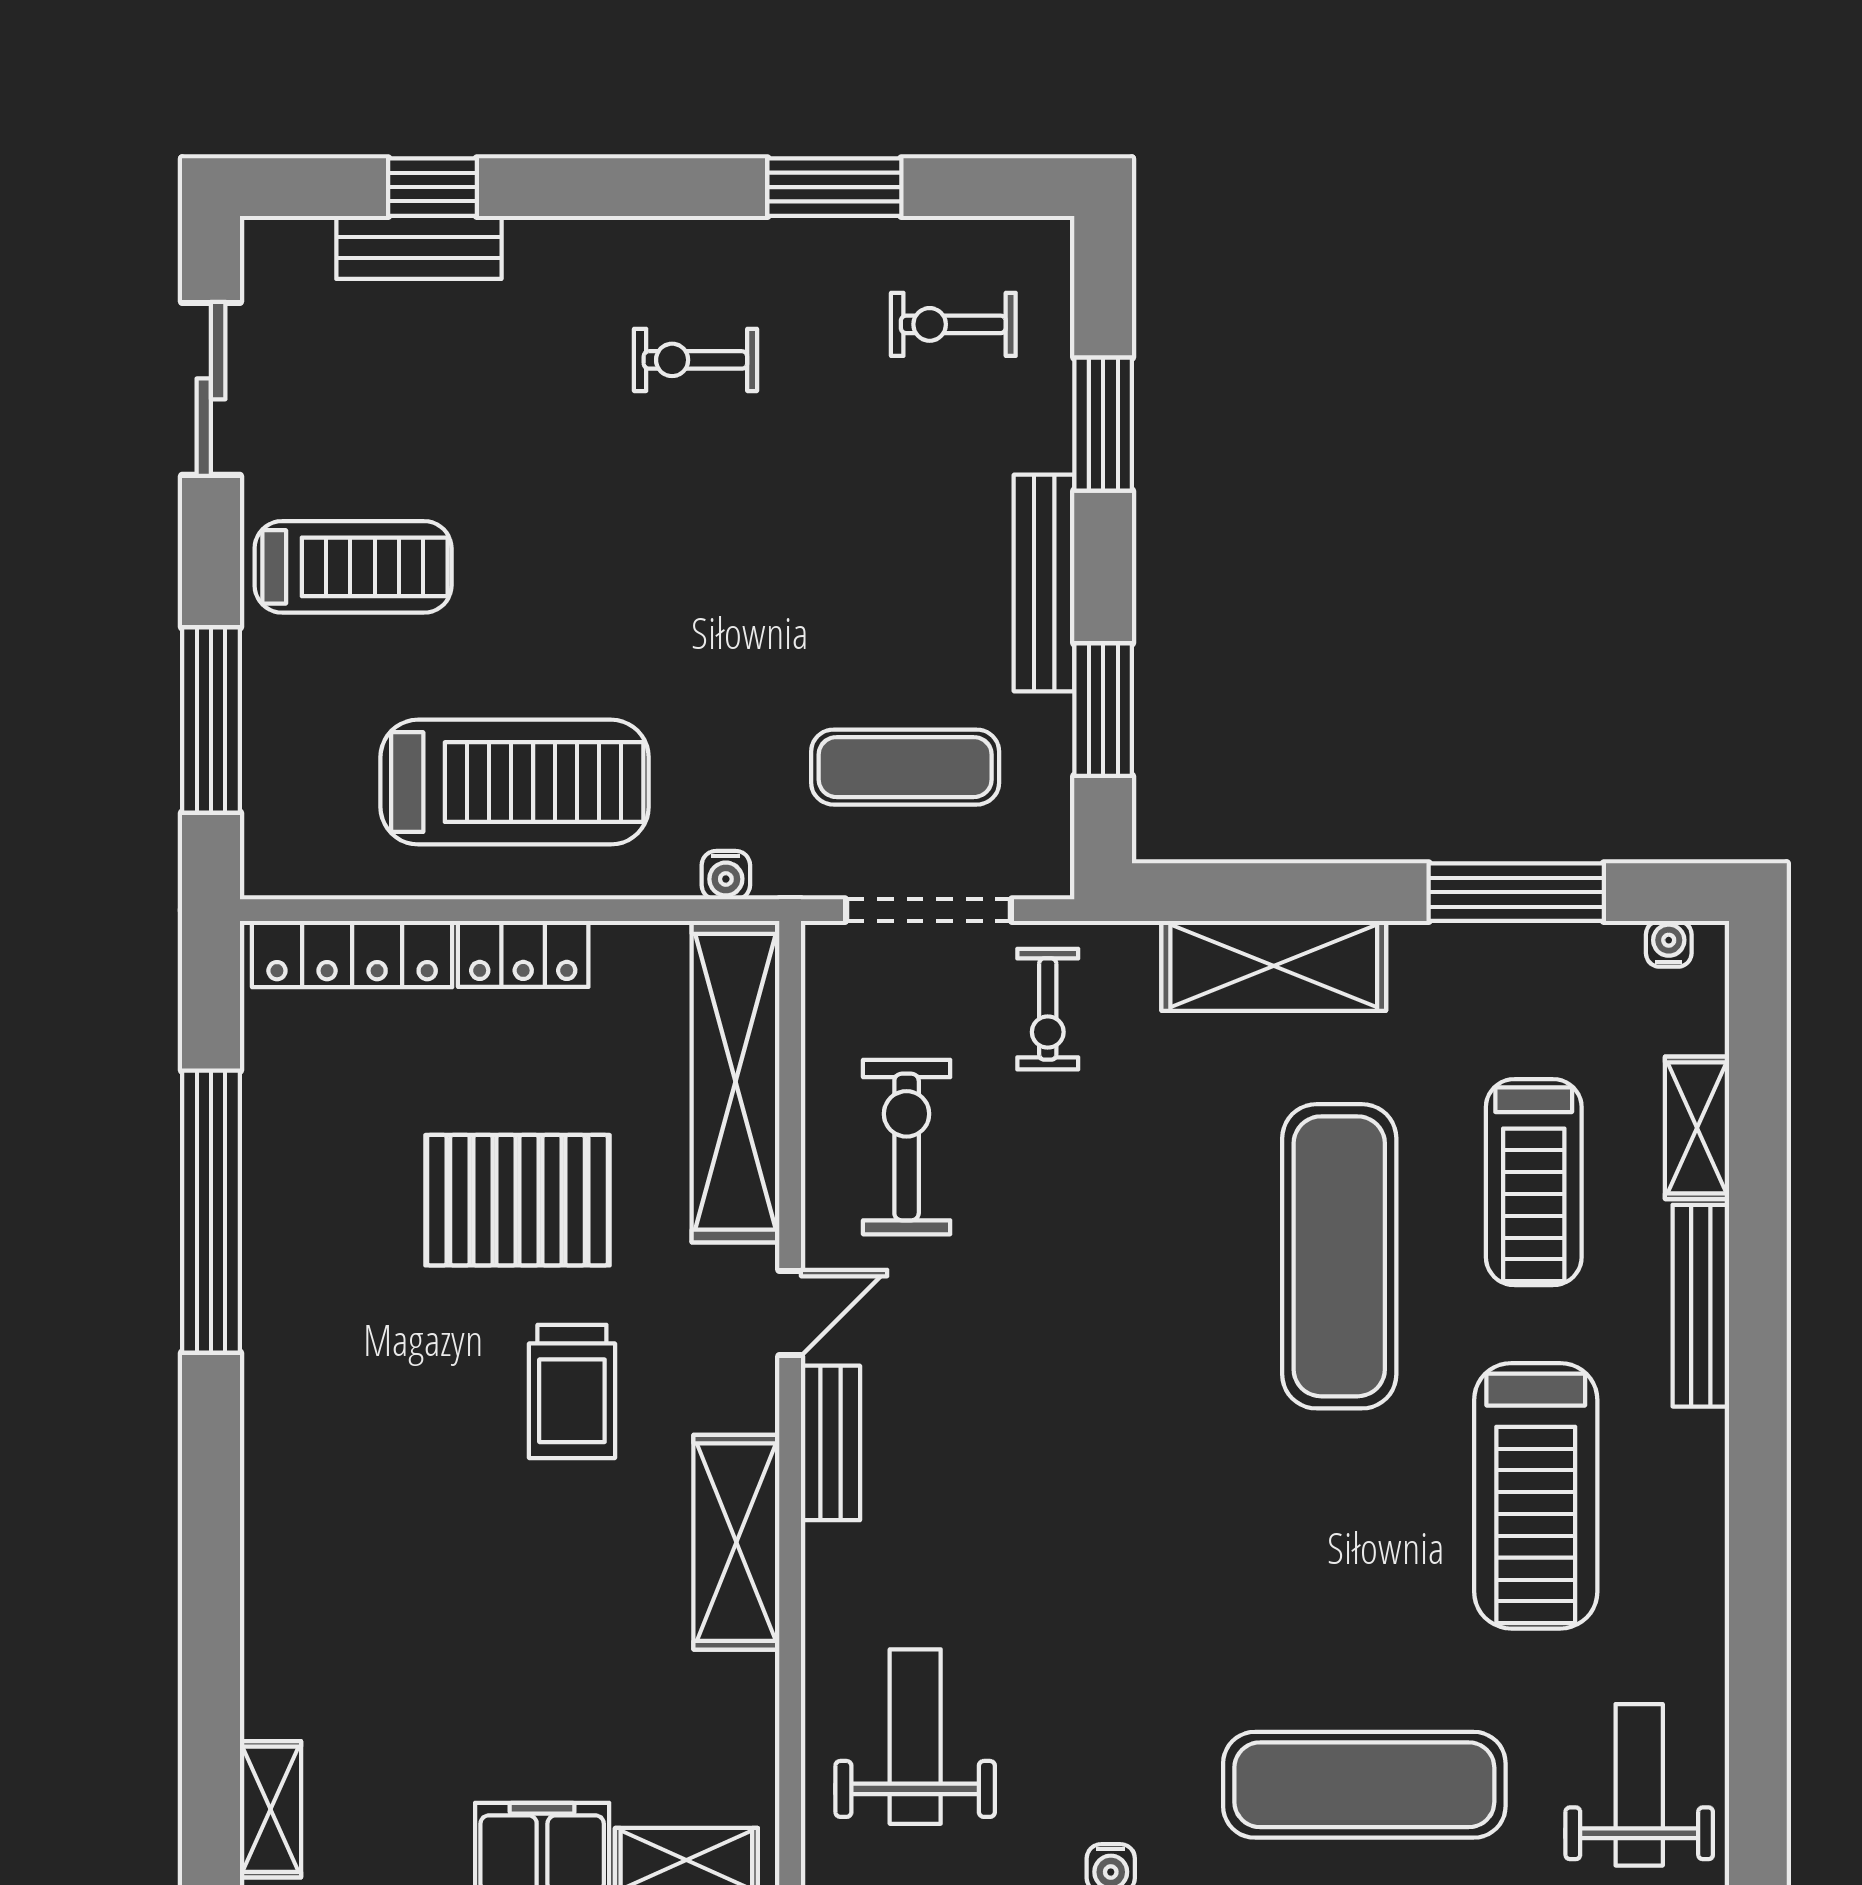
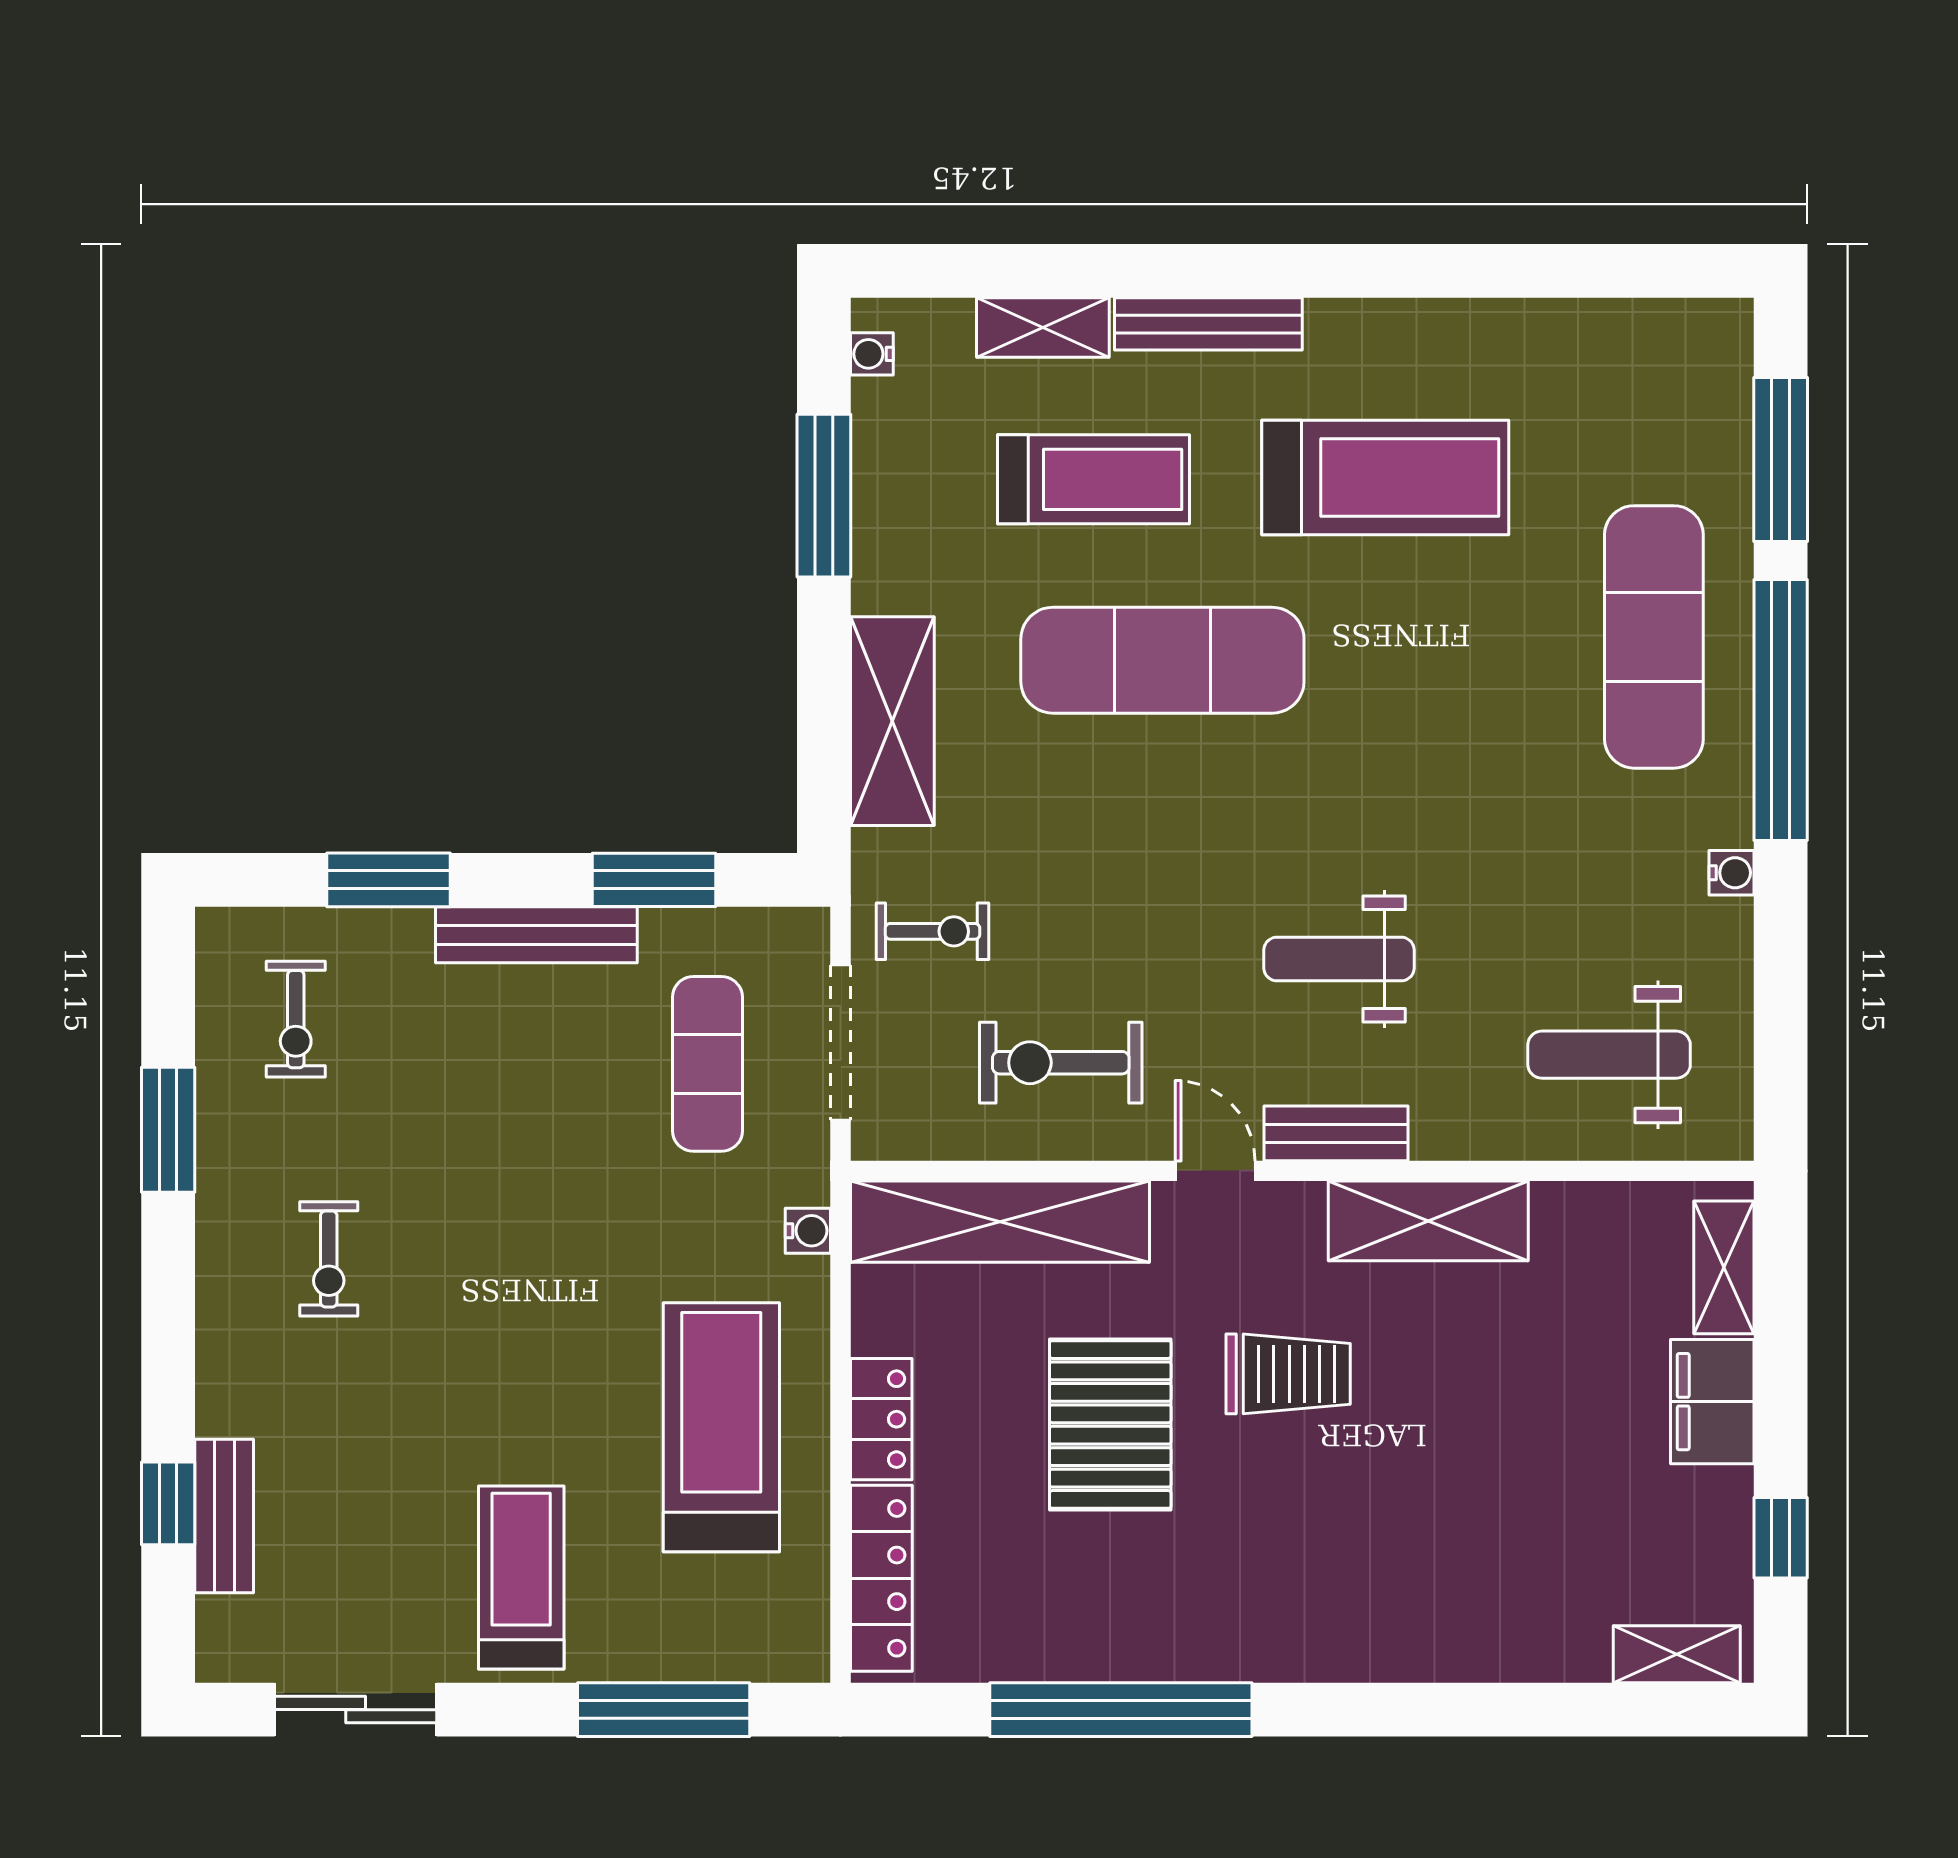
weight bench: (1639, 1785) -> (1339, 959), moved

